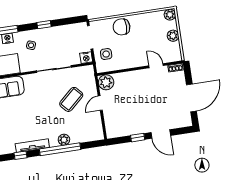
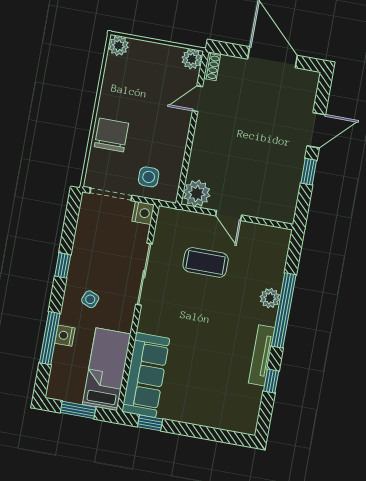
chair: (122, 27) -> (111, 135), turned 180
plant: (173, 36) -> (192, 59), moved
coffee table: (71, 99) -> (206, 262), turned -48

